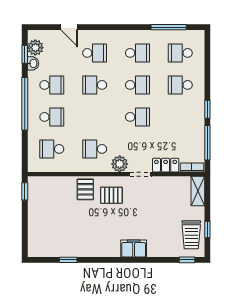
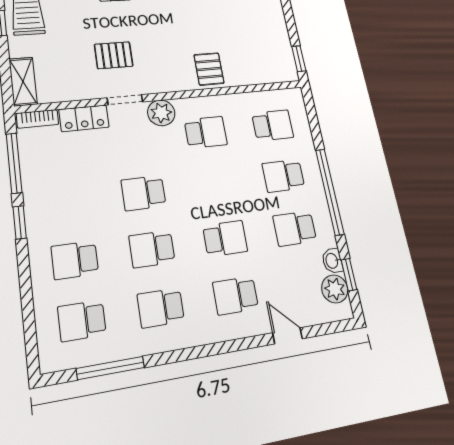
school desk: (180, 53) -> (82, 321), turned 180
school desk: (180, 85) -> (75, 260), turned 180
pallet: (111, 195) -> (114, 55), moved

